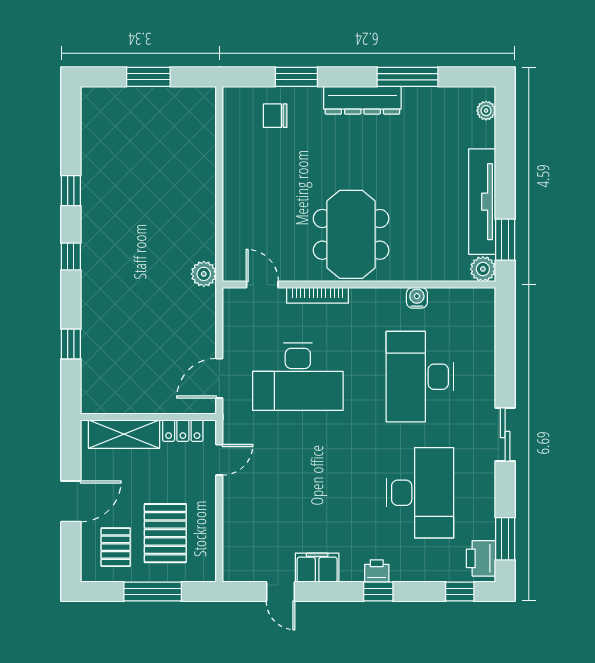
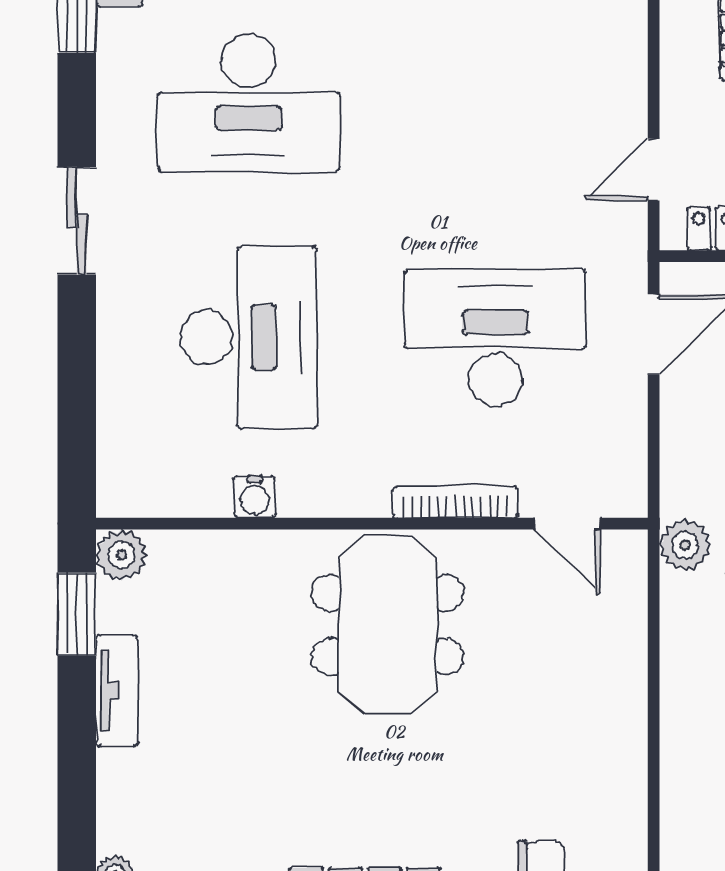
tv unit: (482, 202) -> (117, 691), width x0.52, depth x0.78
desk: (420, 493) -> (249, 103), turned -90

